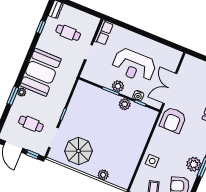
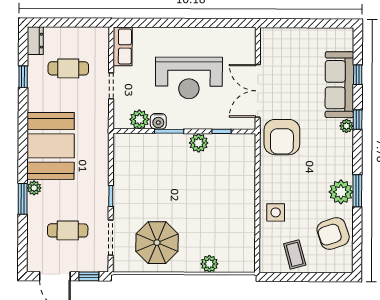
plant: (118, 86) -> (139, 119), moved
water cooler: (138, 96) -> (158, 121), moved

